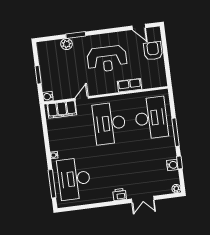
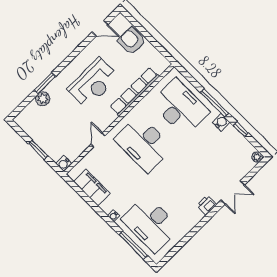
row of seats: (130, 85) -> (135, 92), width x2.02
filing cabinet: (62, 109) -> (92, 187), moved, turned -90
water cooler: (172, 165) -> (221, 122), moved

